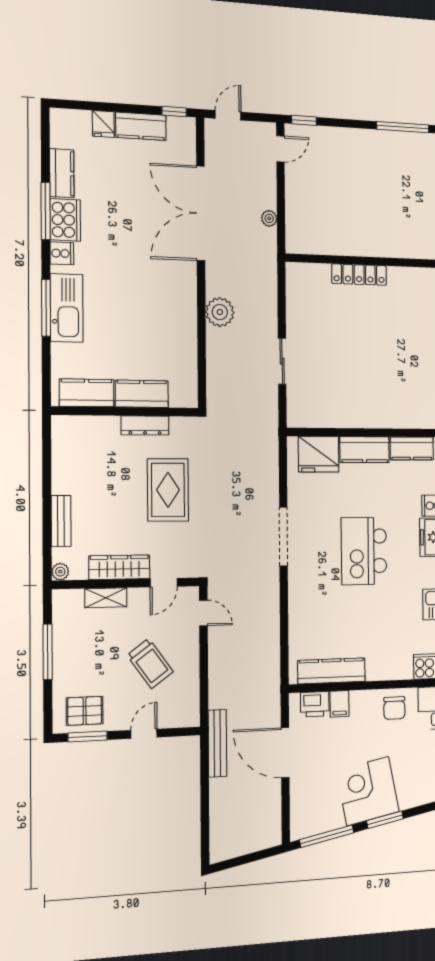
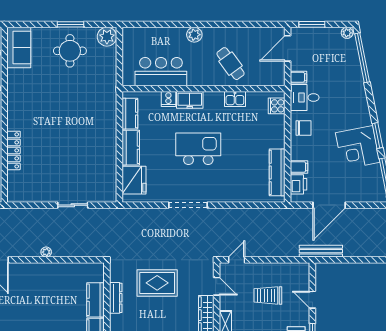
plant: (220, 312) -> (46, 252), width x0.53, depth x0.53
kitchen island: (364, 551) -> (198, 149), turned 180
trolley: (150, 663) -> (268, 295), turned -144

